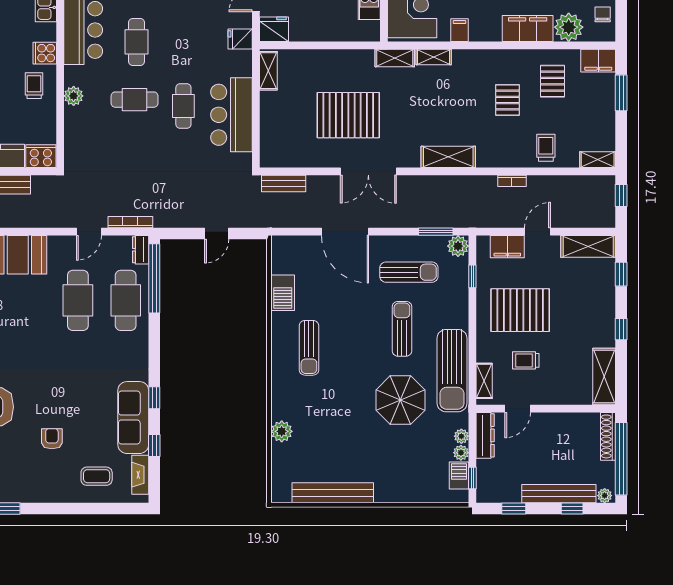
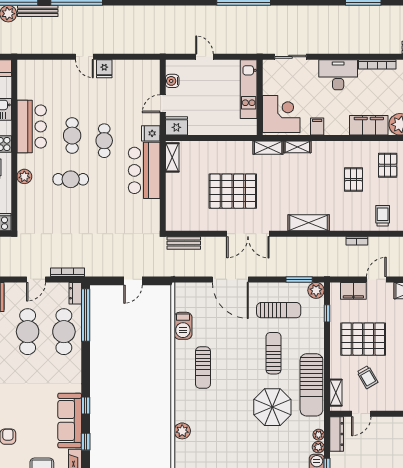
cafe table: (183, 106) -> (104, 141), moved
bar counter: (231, 115) -> (144, 170), moved
trolley: (526, 360) -> (367, 377), turned -120

